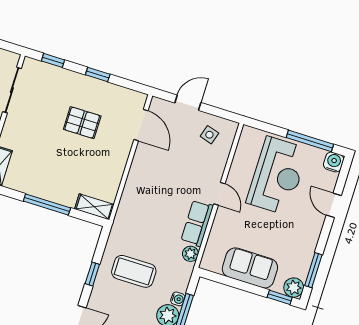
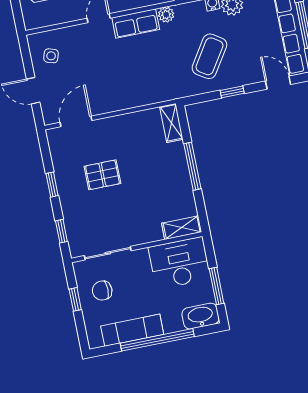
pallet: (82, 123) -> (102, 175), turned 90
coffee table: (134, 271) -> (209, 56), turned 33

